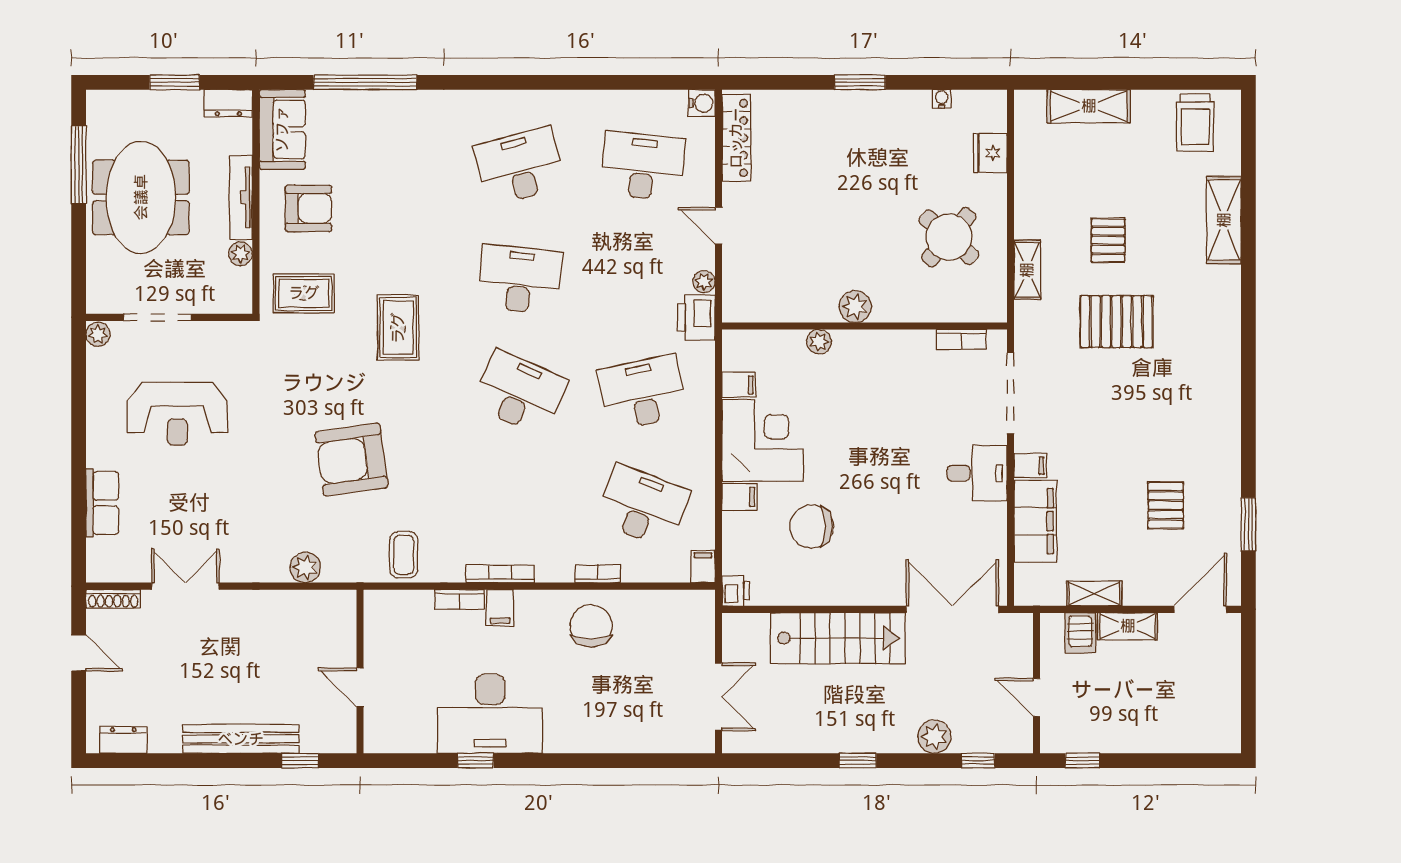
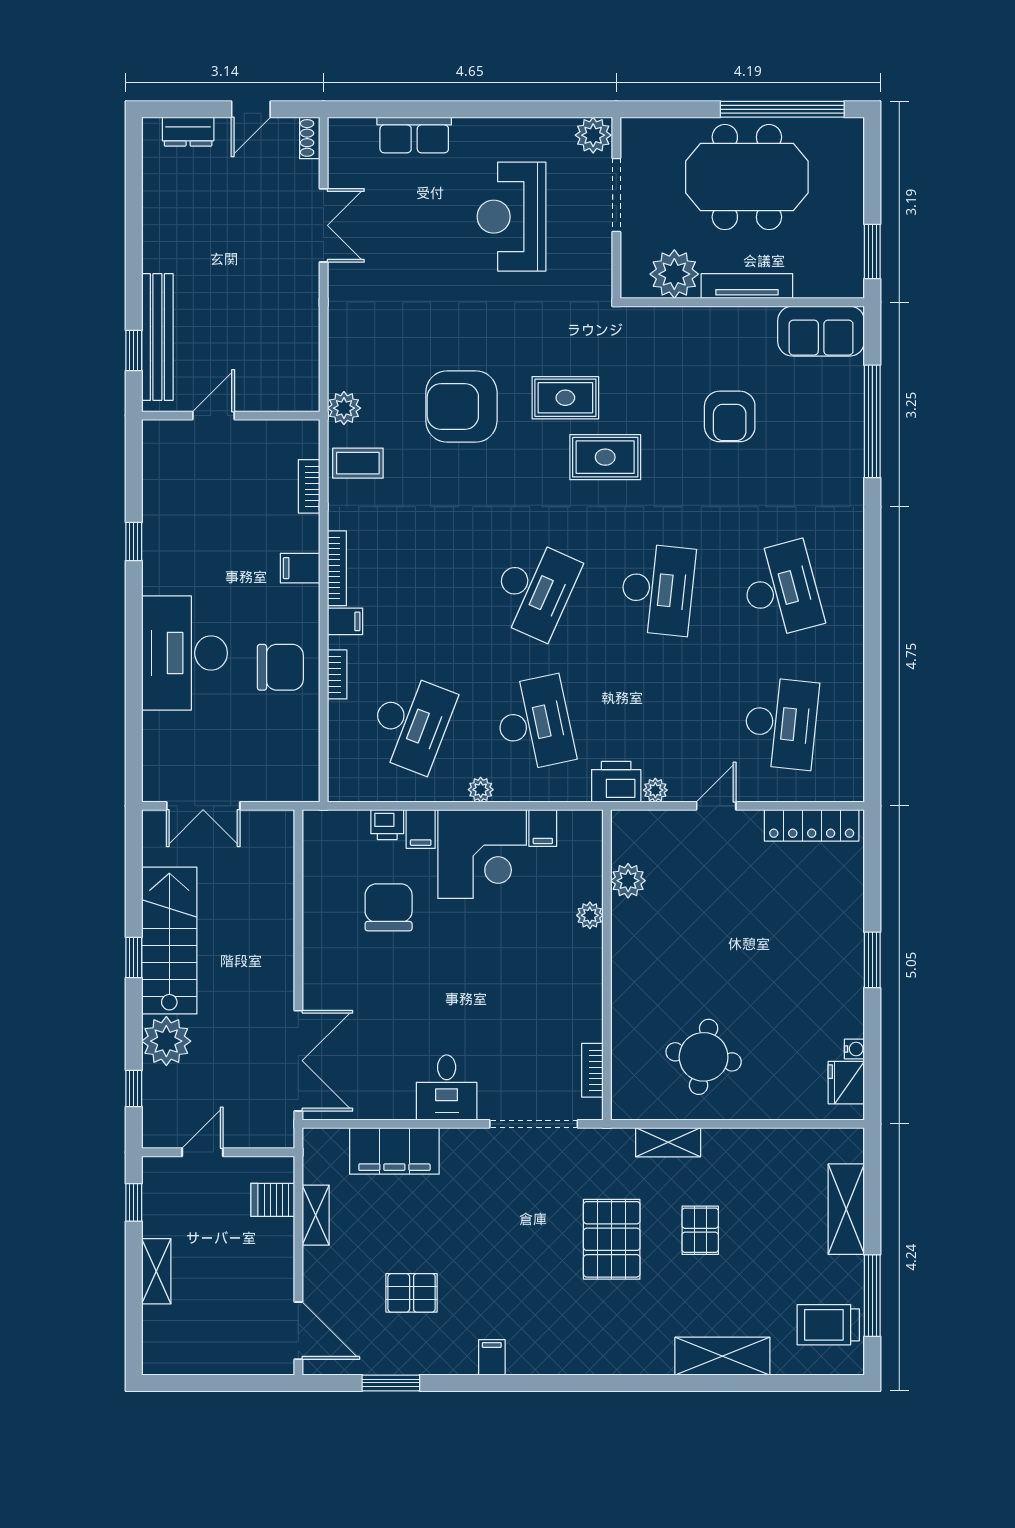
window: (174, 82) -> (872, 251), moved
window: (1168, 82) -> (872, 1296), added
dresser: (228, 103) -> (850, 272), removed
water cooler: (702, 103) -> (850, 788), removed
fridge: (990, 153) -> (846, 1083), moved, turned -90
window: (79, 165) -> (782, 109), width x1.46
armchair: (308, 208) -> (730, 416), moved
round table: (949, 237) -> (704, 1057), turned -31
pallet: (1108, 240) -> (700, 1230), turned 90
plant: (240, 254) -> (674, 274), width x1.88, depth x1.88
rug: (304, 293) -> (565, 398), moved, turned 90
plant: (855, 307) -> (628, 881), moved
plant: (98, 334) -> (593, 135), width x1.38, depth x1.38
plant: (703, 442) -> (481, 790), added
armchair: (352, 460) -> (461, 406), turned -82
filing cabinet: (1030, 466) -> (492, 1357), moved, turned 180
plant: (305, 567) -> (344, 408), moved
filing cabinet: (703, 567) -> (345, 621), moved
printer: (736, 591) -> (387, 825), moved
shoe rack: (113, 599) -> (310, 138), width x0.70
bookcase: (459, 600) -> (309, 486), moved
shelving: (1128, 626) -> (156, 1271), moved
stairs: (838, 638) -> (169, 941), moved, turned 180
desk: (490, 714) -> (184, 653), moved
plant: (934, 737) -> (166, 1041), width x1.36, depth x1.36
bench: (241, 739) -> (157, 337), moved
dresser: (123, 740) -> (188, 132), moved, turned 90

